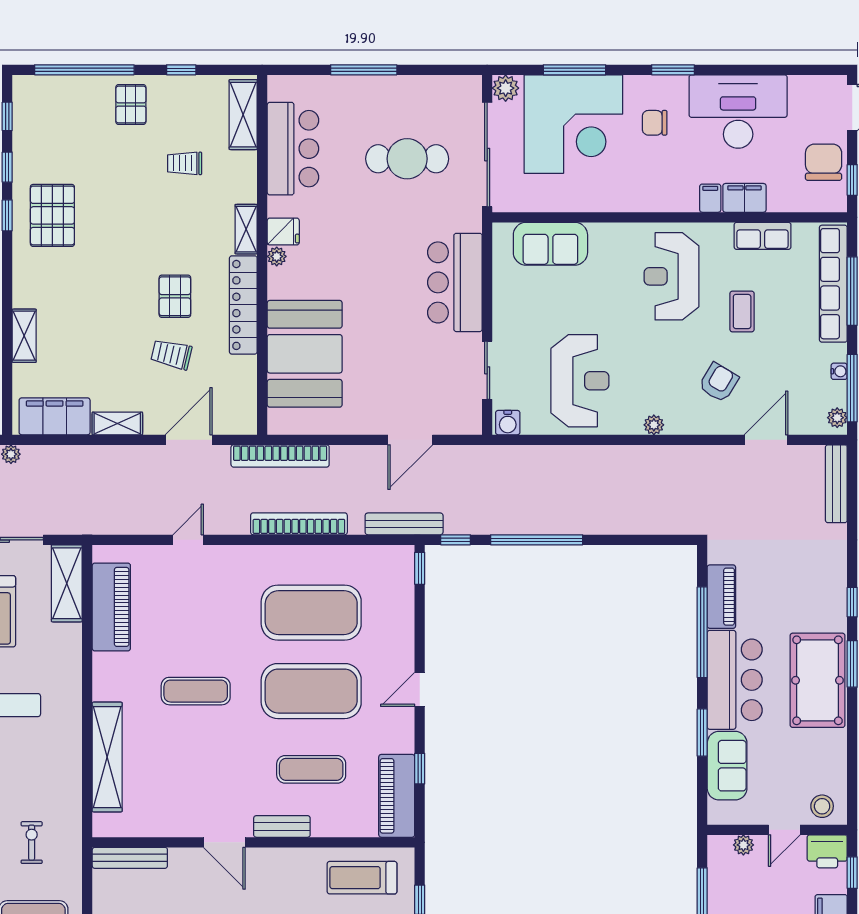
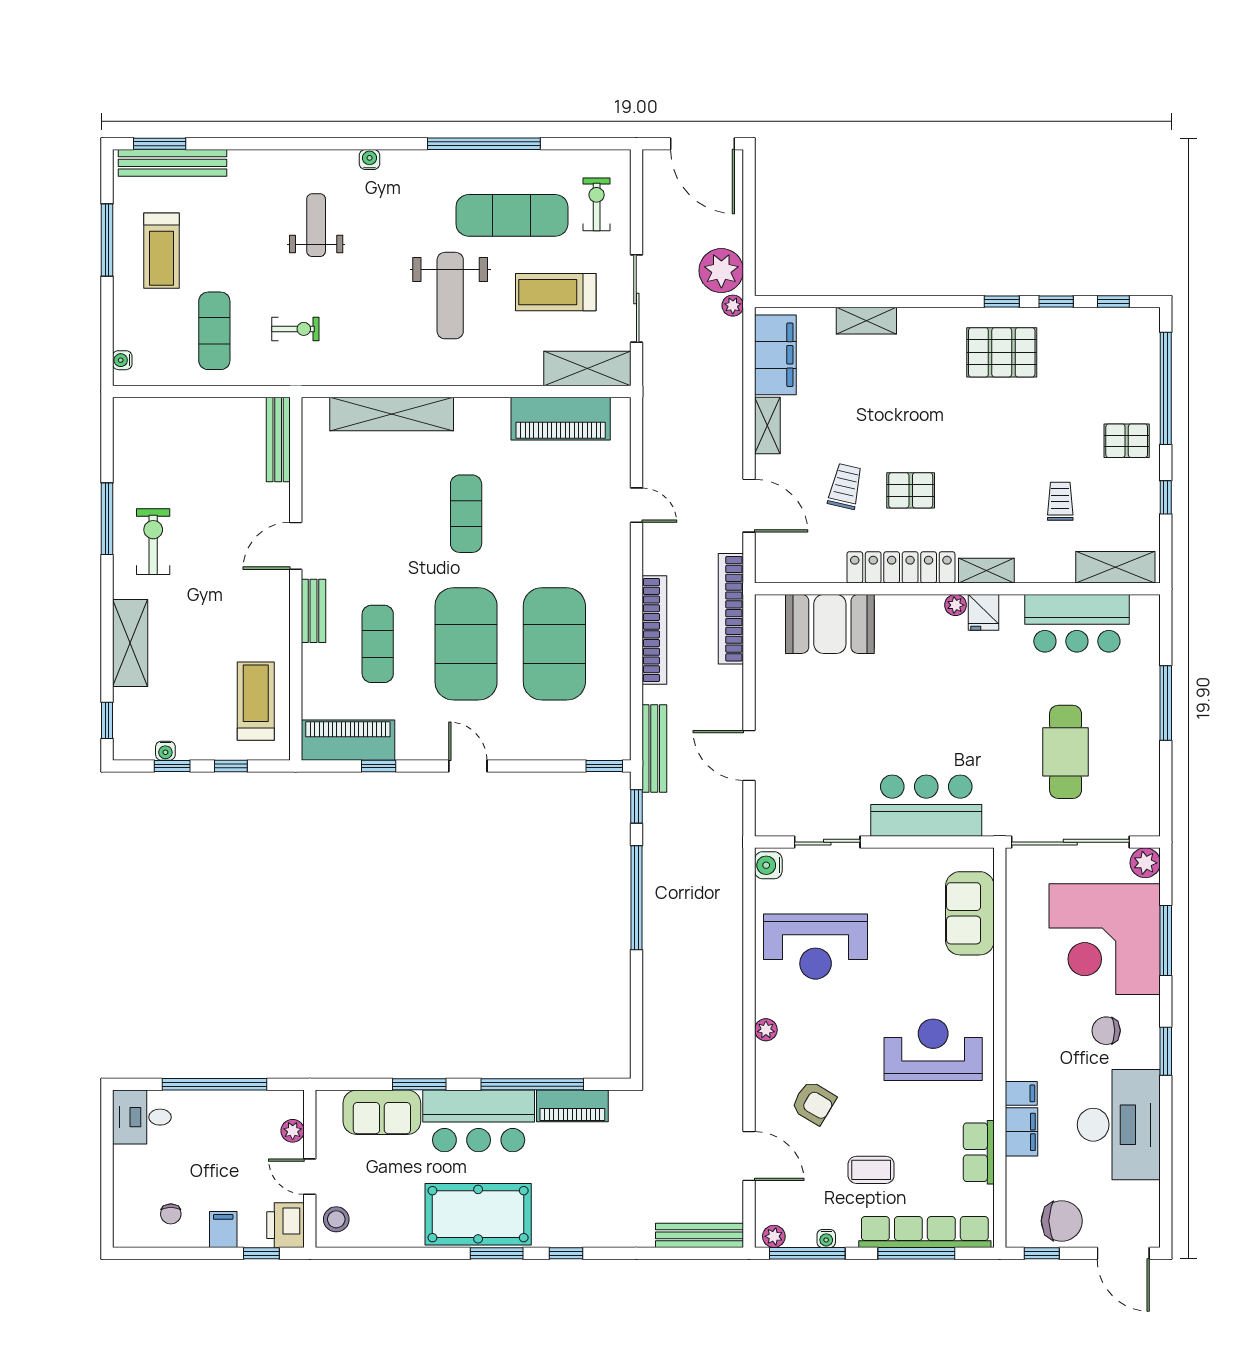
chair: (655, 123) -> (1106, 1031), turned -90
coffee table: (742, 311) -> (871, 1170), moved
booth: (305, 354) -> (830, 624), width x0.73, depth x0.70

